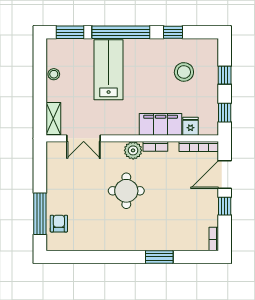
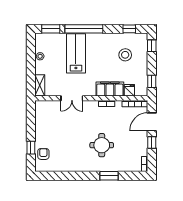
window: (173, 32) -> (129, 29), moved
window: (225, 75) -> (152, 46), moved
double door: (84, 138) -> (72, 98), moved
plant: (133, 150) -> (92, 106), removed
round table: (126, 191) -> (102, 145), moved
window: (40, 214) -> (31, 148), width x0.46

